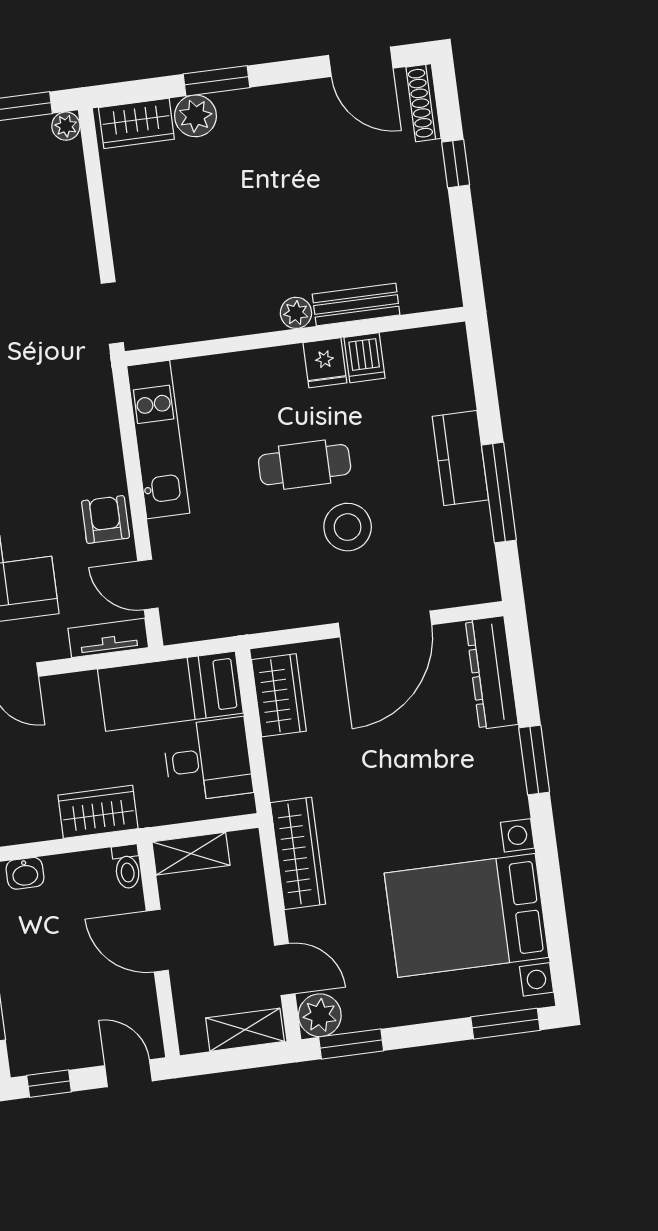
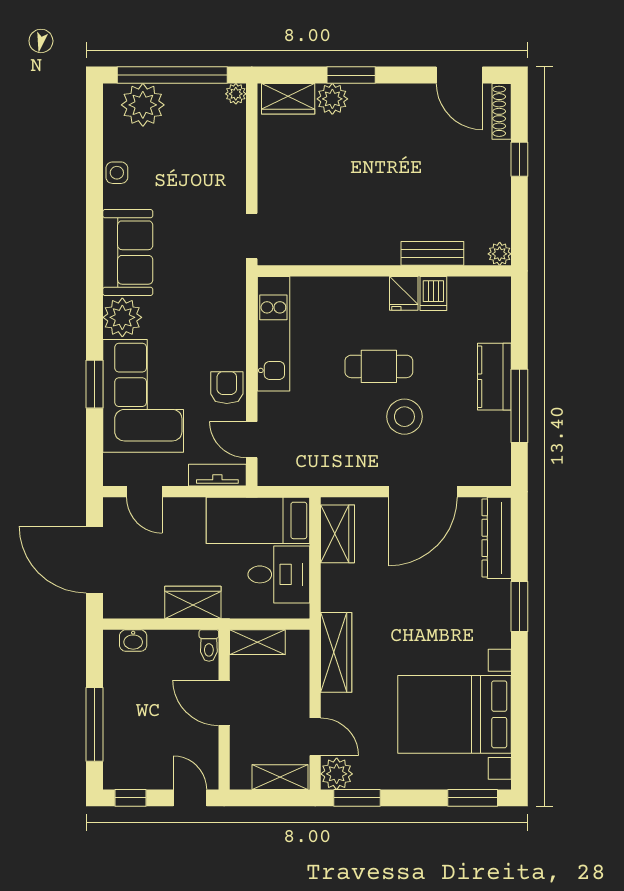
plant: (296, 313) -> (500, 254), moved

